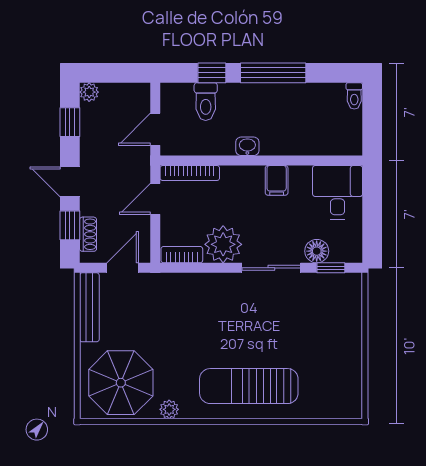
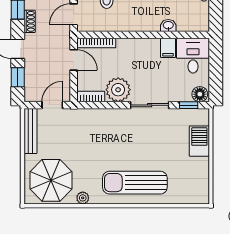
washbasin: (247, 146) -> (168, 25), moved
filing cabinet: (277, 180) -> (168, 48), moved
door: (155, 199) -> (74, 60), swing flipped
shoe rack: (88, 234) -> (30, 21), moved
floor lamp: (317, 251) -> (200, 94), moved
barbecue: (347, 323) -> (199, 141), added

